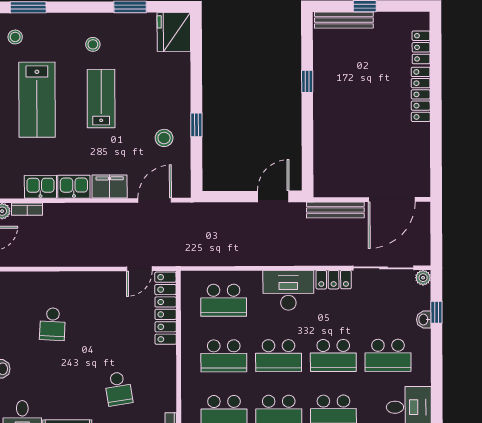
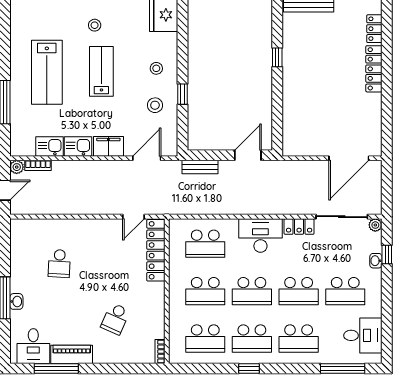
stool: (15, 37) -> (156, 68), moved
bench: (335, 210) -> (200, 167), moved, width x0.73
school desk: (118, 389) -> (115, 319), turned 33

